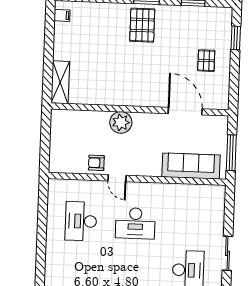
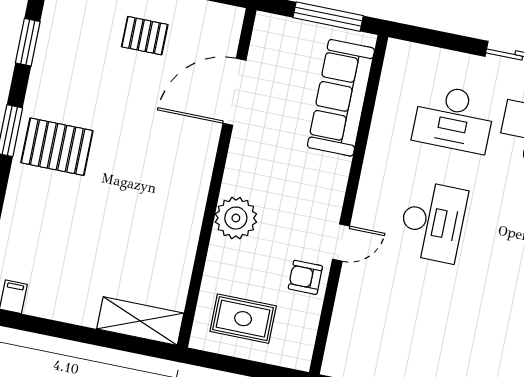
rug: (70, 134) -> (243, 319), added
armchair: (96, 163) -> (305, 277), turned 90
desk: (81, 221) -> (454, 119), moved

